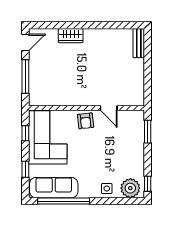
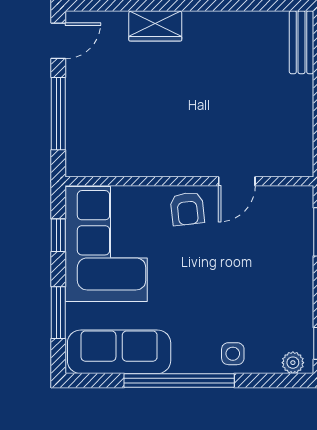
door: (109, 108) -> (237, 181), hinge flipped
window: (25, 169) -> (58, 313), width x1.50
plant: (130, 188) -> (293, 363), width x0.53, depth x0.53
window: (64, 201) -> (179, 381), moved

